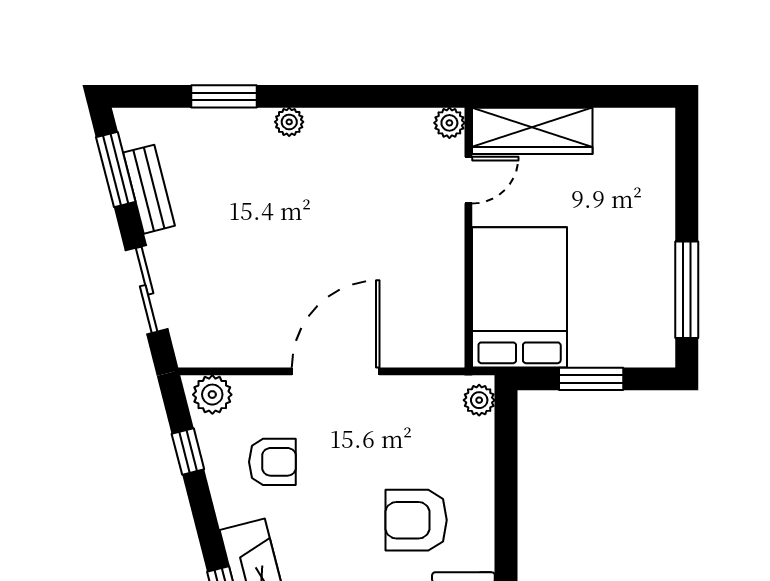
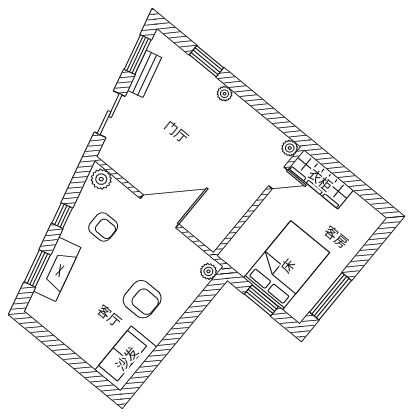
bed: (520, 297) -> (287, 265), moved
window: (188, 452) -> (62, 216), moved
armchair: (416, 520) -> (142, 299), turned 180

